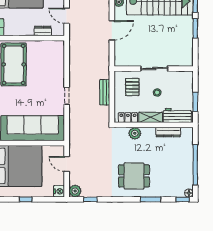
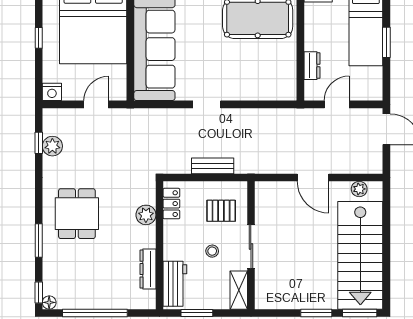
shelving: (151, 117) -> (239, 290), moved
plant: (75, 191) -> (52, 146), moved

